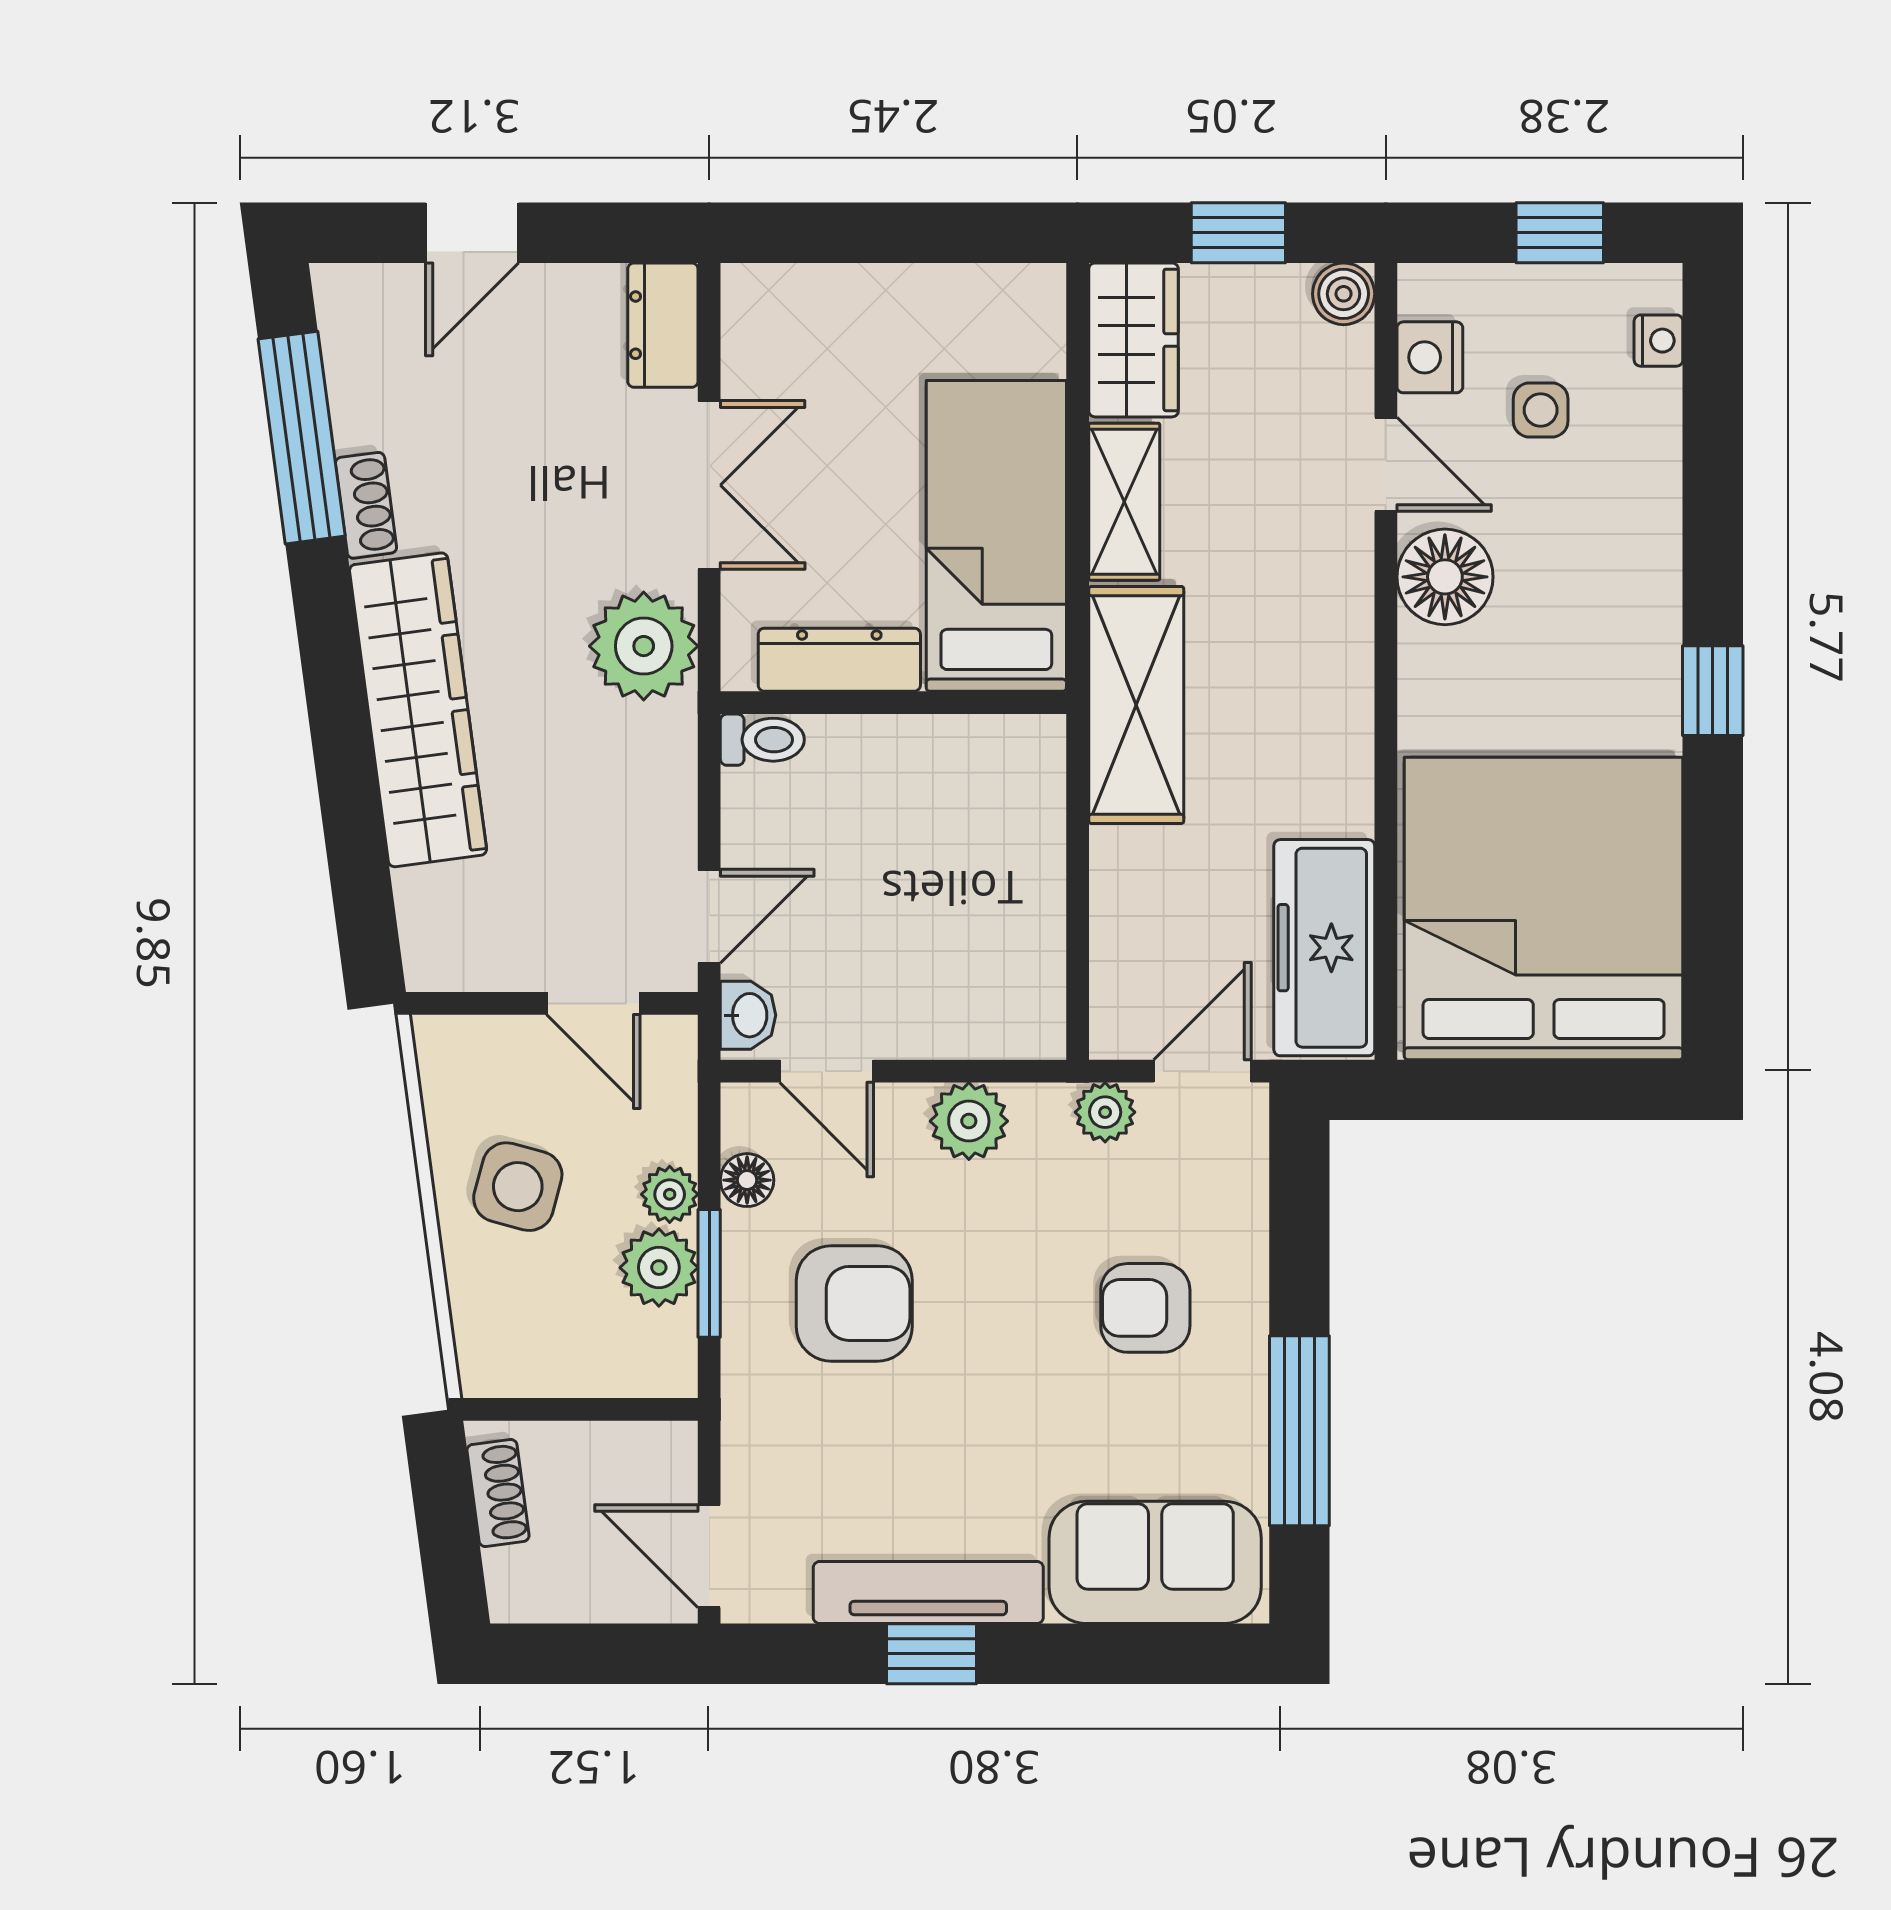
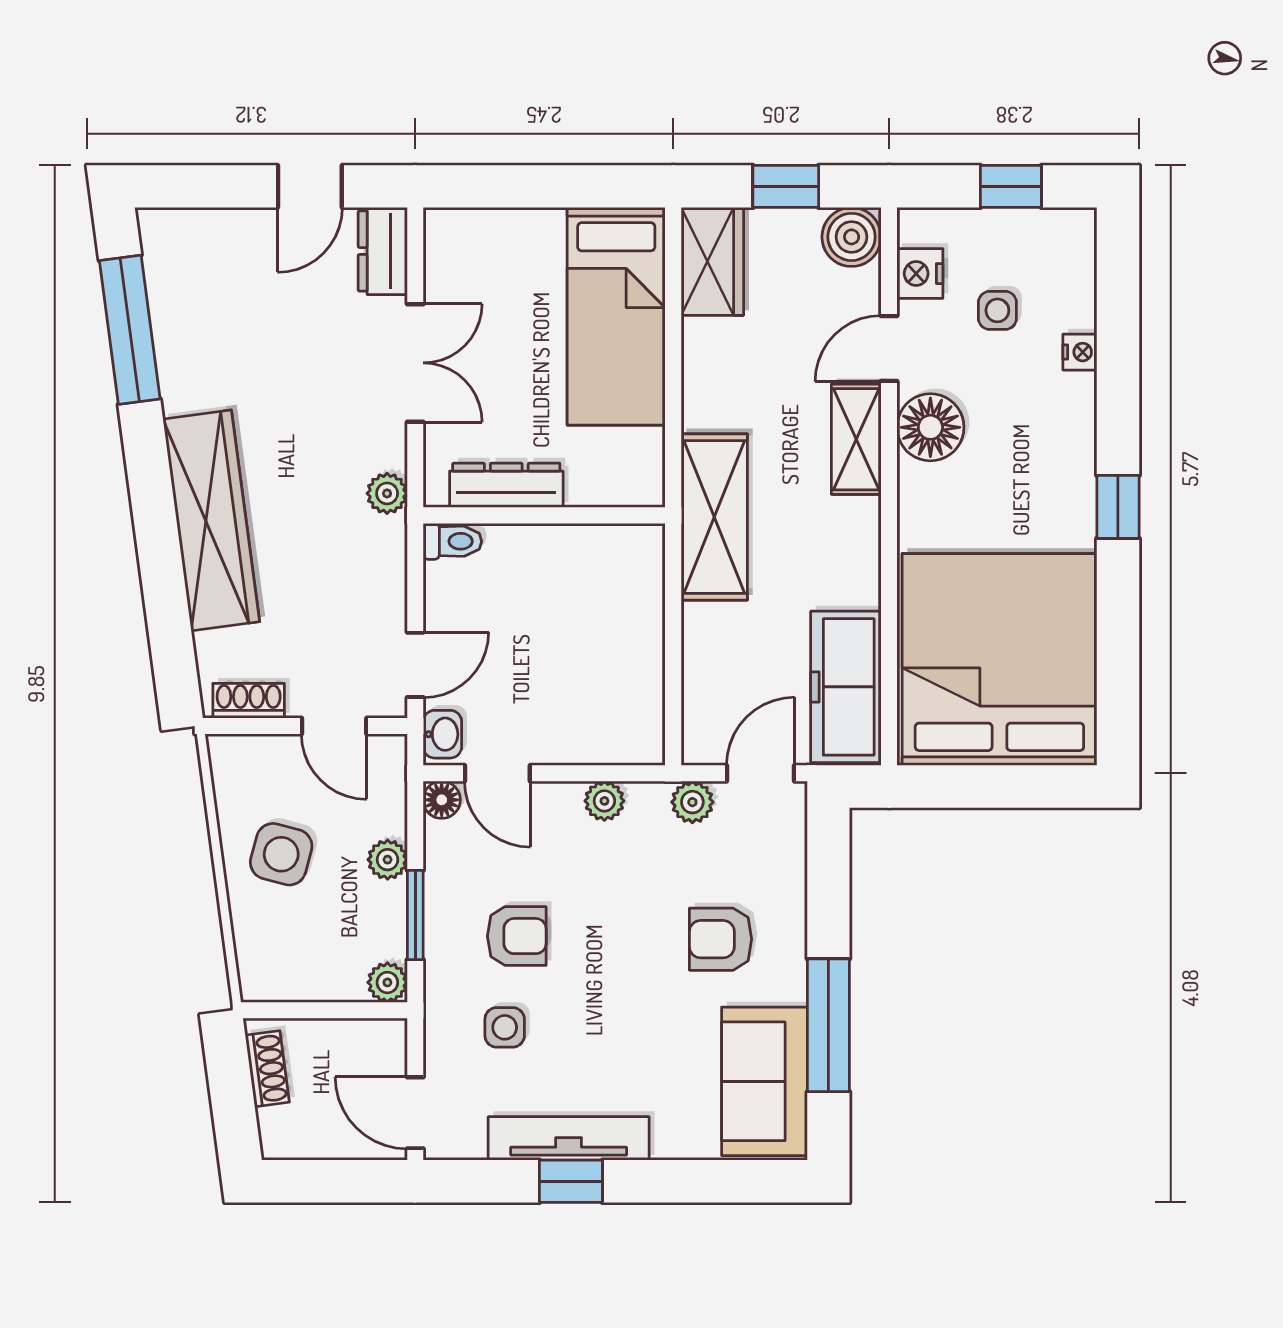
door: (472, 233) -> (310, 186), moved
boiler: (1344, 294) -> (852, 237), width x1.36, depth x1.36
nightstand: (1658, 341) -> (1080, 352), moved
door: (1386, 464) -> (889, 348), swing flipped
shelving: (1124, 502) -> (856, 439), moved
shoe rack: (366, 505) -> (249, 701), moved, turned -82
bed: (996, 536) -> (616, 316), moved, turned 180
plant: (644, 646) -> (387, 493), width x0.53, depth x0.53
plant: (969, 1121) -> (604, 801), width x0.73, depth x0.73
floor lamp: (747, 1180) -> (442, 800), moved
plant: (659, 1268) -> (387, 982), moved, width x0.73, depth x0.73
armchair: (854, 1303) -> (517, 936), width x0.72, depth x0.72
side table: (837, 1434) -> (505, 1027), added
sofa: (1155, 1562) -> (764, 1081), moved, turned -90

